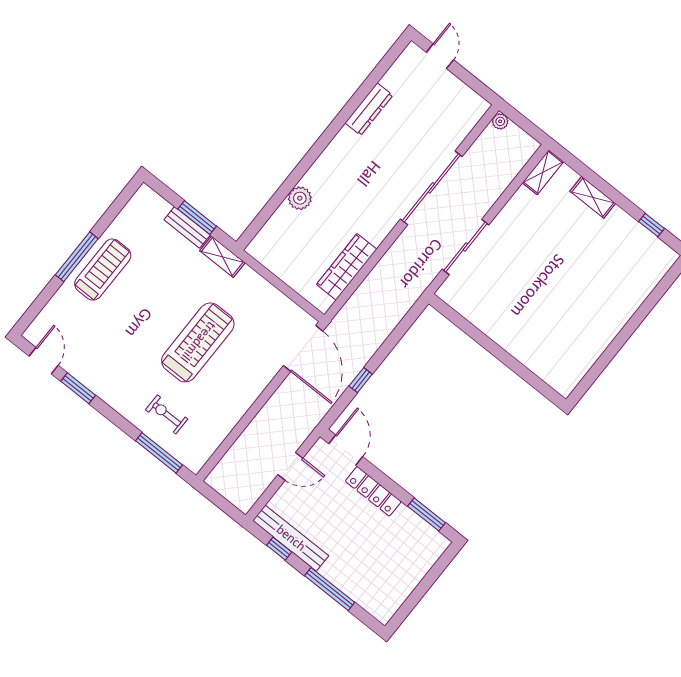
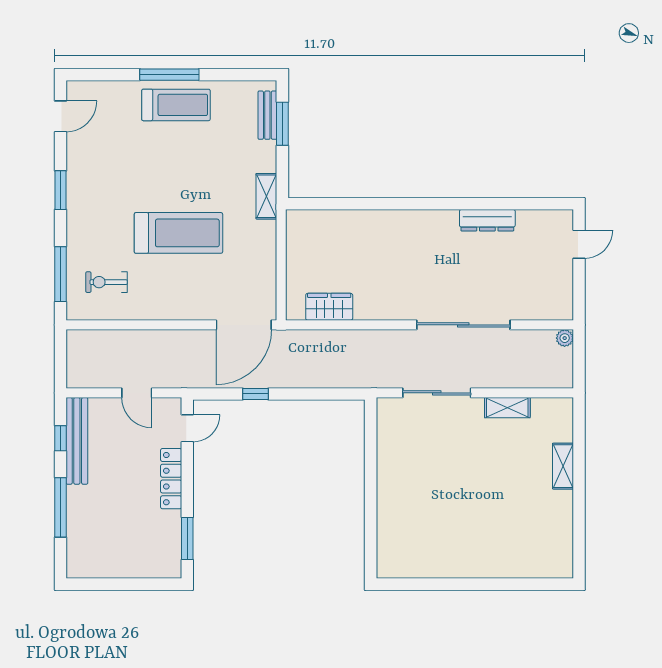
shelving: (543, 172) -> (507, 408), moved
plant: (300, 198) -> (367, 222), removed
window: (197, 218) -> (282, 124), moved
window: (652, 225) -> (579, 534), removed
bench: (187, 227) -> (267, 115), moved
wardrobe: (347, 267) -> (329, 307), width x0.67
window: (78, 388) -> (60, 190), moved
exercise bike: (167, 414) -> (107, 282), moved, turned -90
door: (346, 450) -> (187, 428), width x0.73

